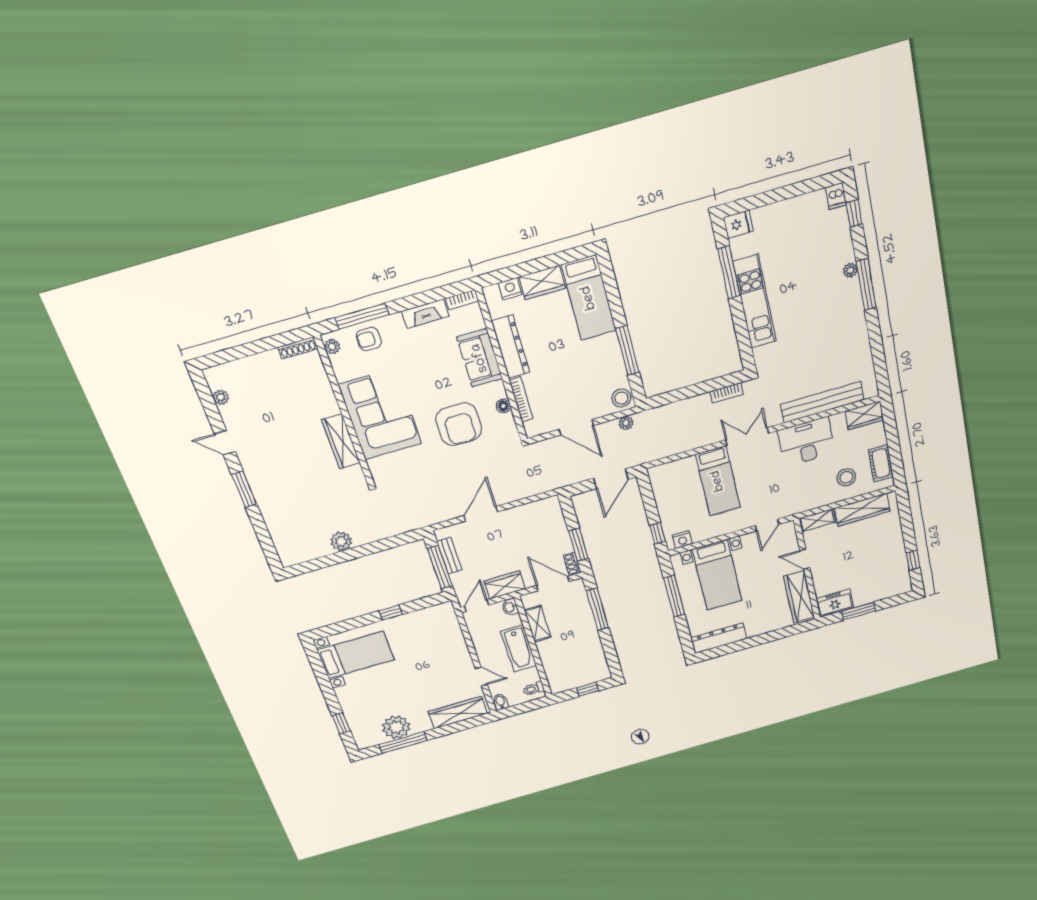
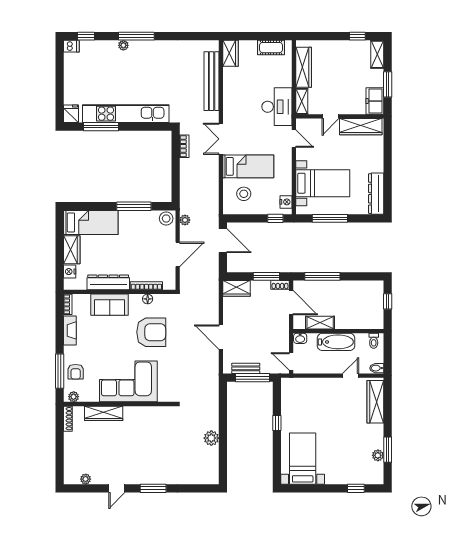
kitchen unit: (755, 302) -> (126, 114), width x1.36
wardrobe: (341, 441) -> (104, 413), moved
desk: (806, 442) -> (277, 107), moved, turned 180
stool: (846, 477) -> (244, 194), moved
door: (553, 583) -> (291, 303), swing flipped
wardrobe: (505, 585) -> (237, 288), moved, turned -90
shelving: (894, 589) -> (377, 54), added
plant: (396, 727) -> (378, 455), width x0.53, depth x0.53
window: (403, 742) -> (388, 450), width x0.69

